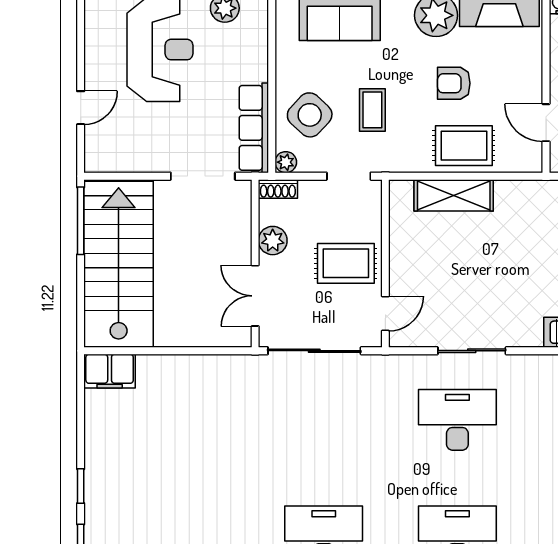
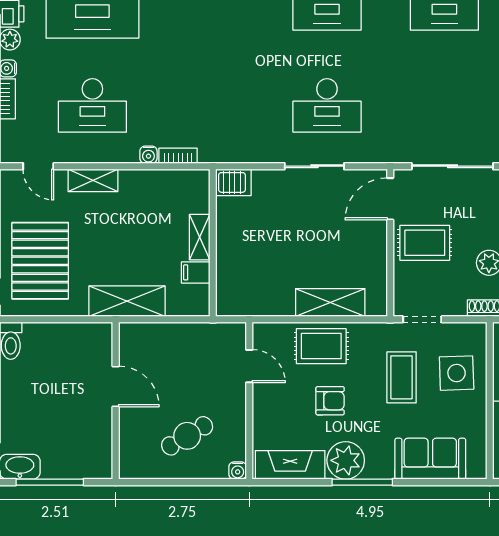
coffee table: (372, 110) -> (402, 377), width x1.36, depth x1.30
side table: (310, 115) -> (457, 373), turned 45
plant: (286, 162) -> (478, 332), removed
door: (385, 314) -> (390, 199), width x1.38

